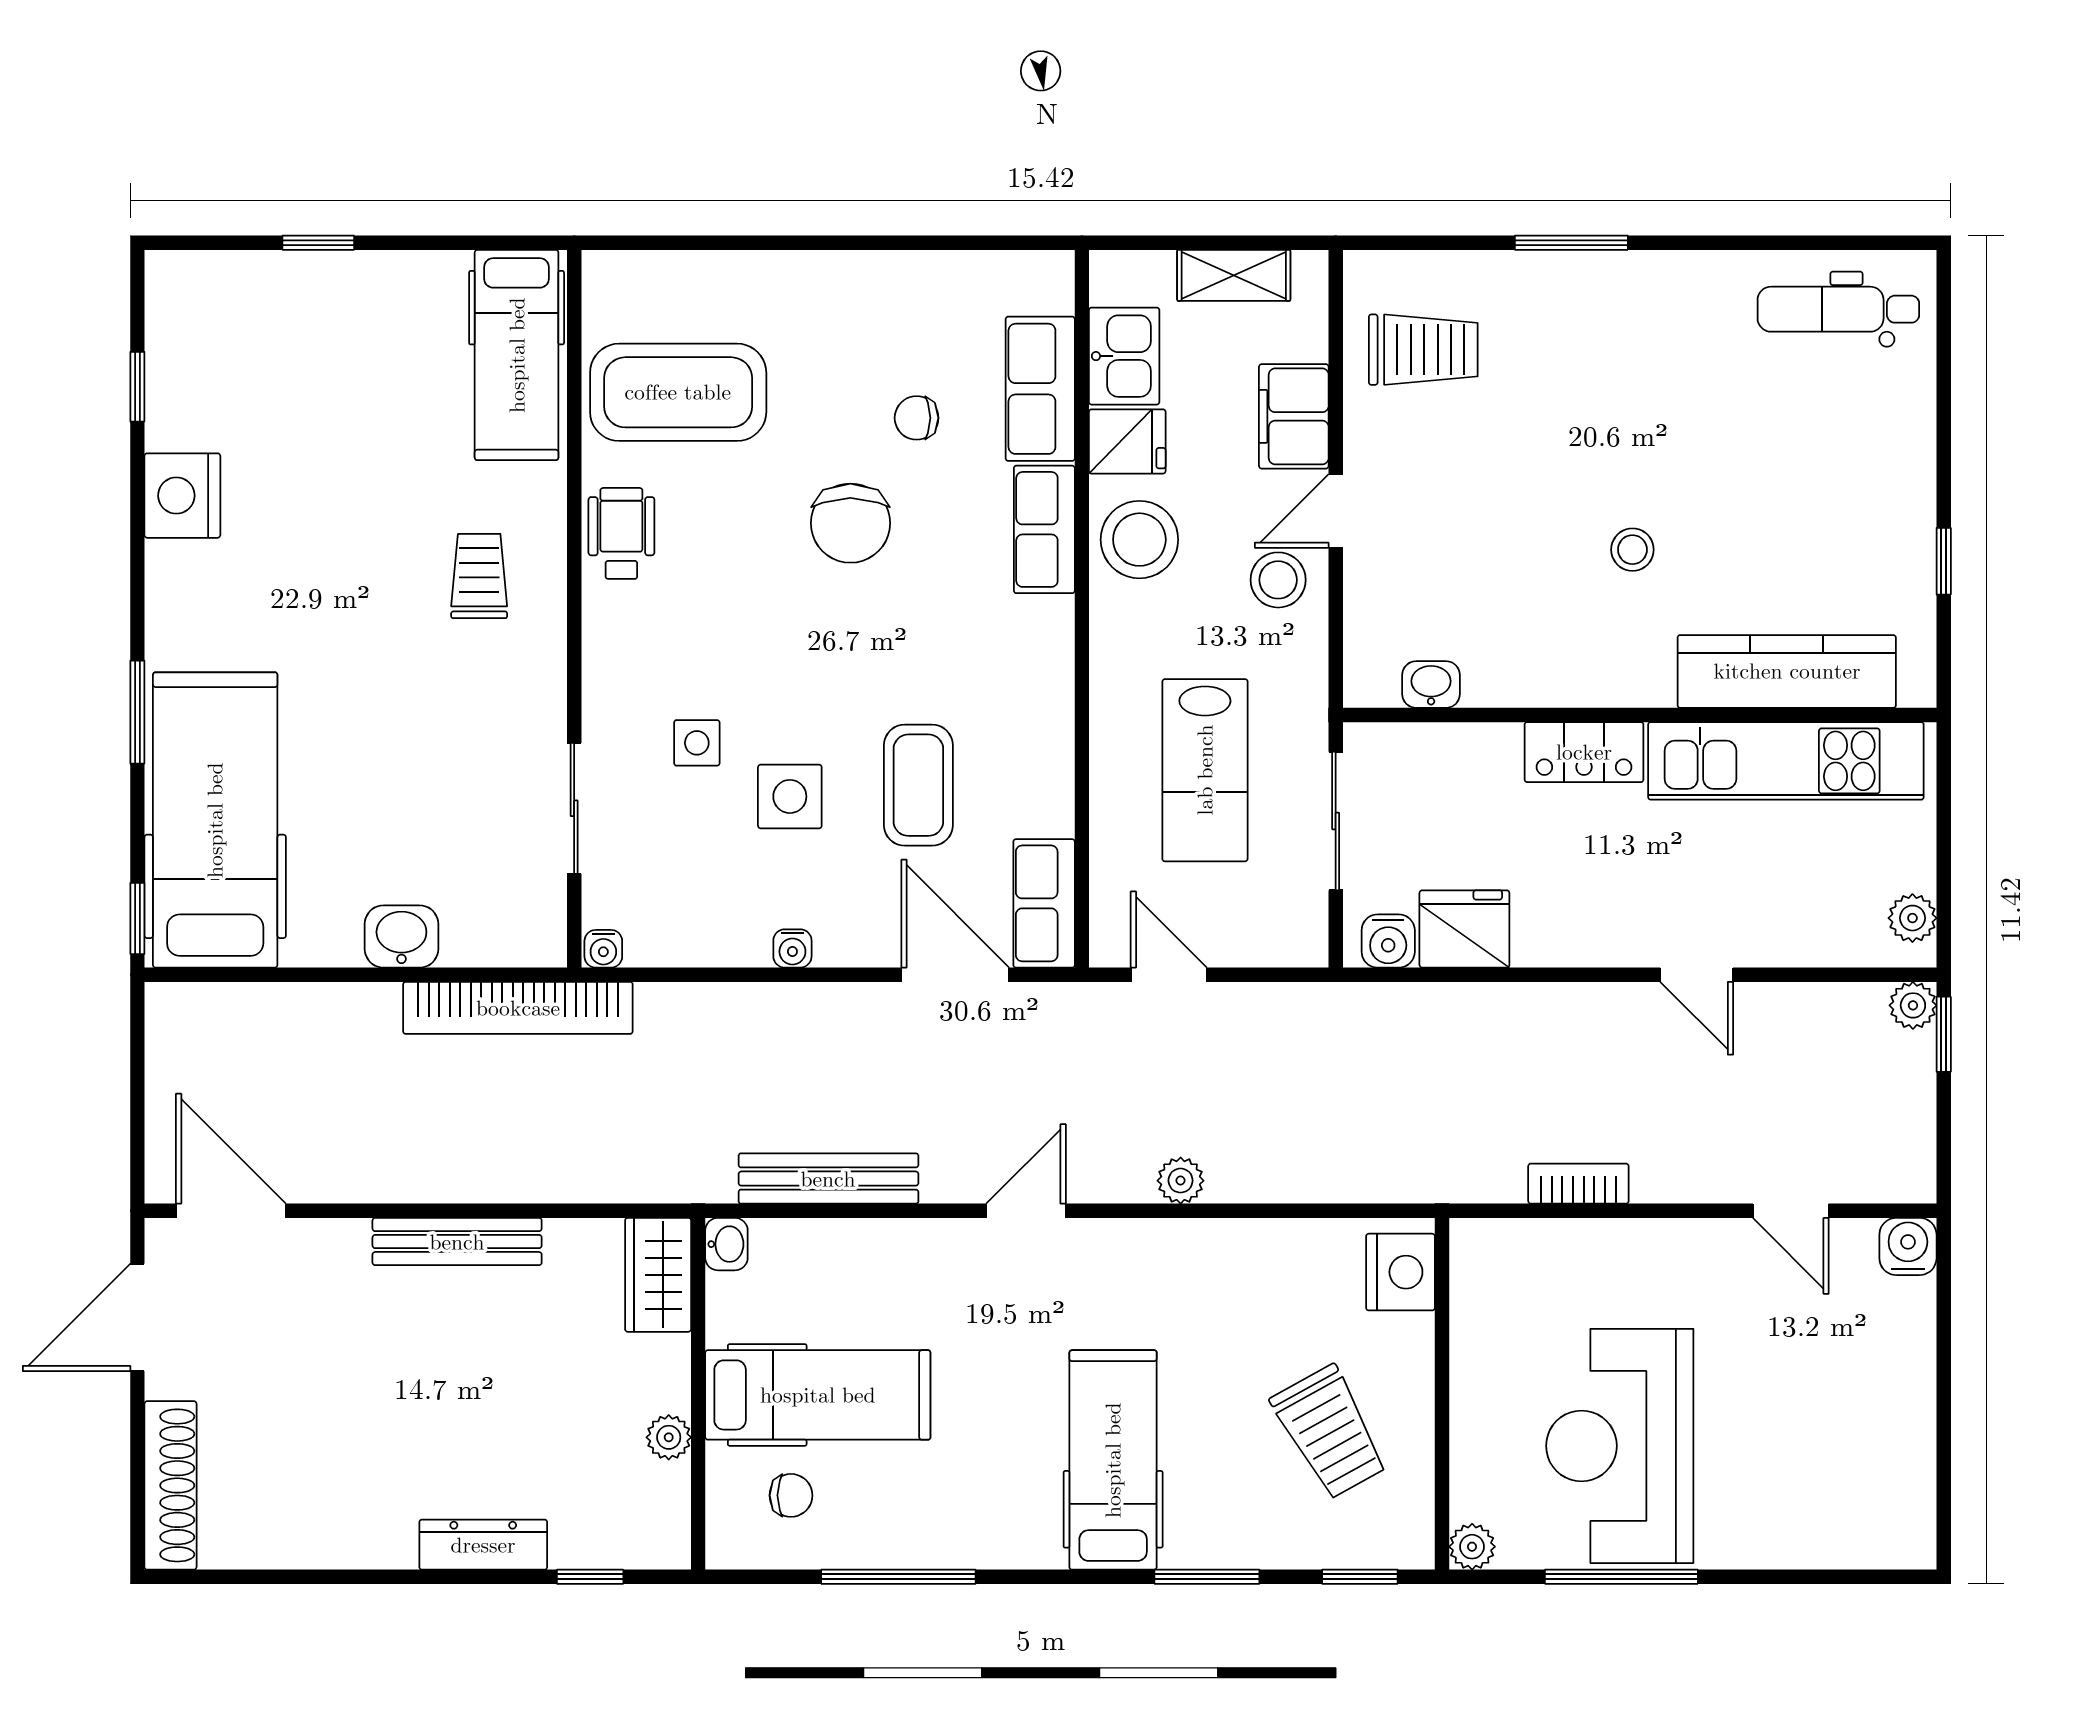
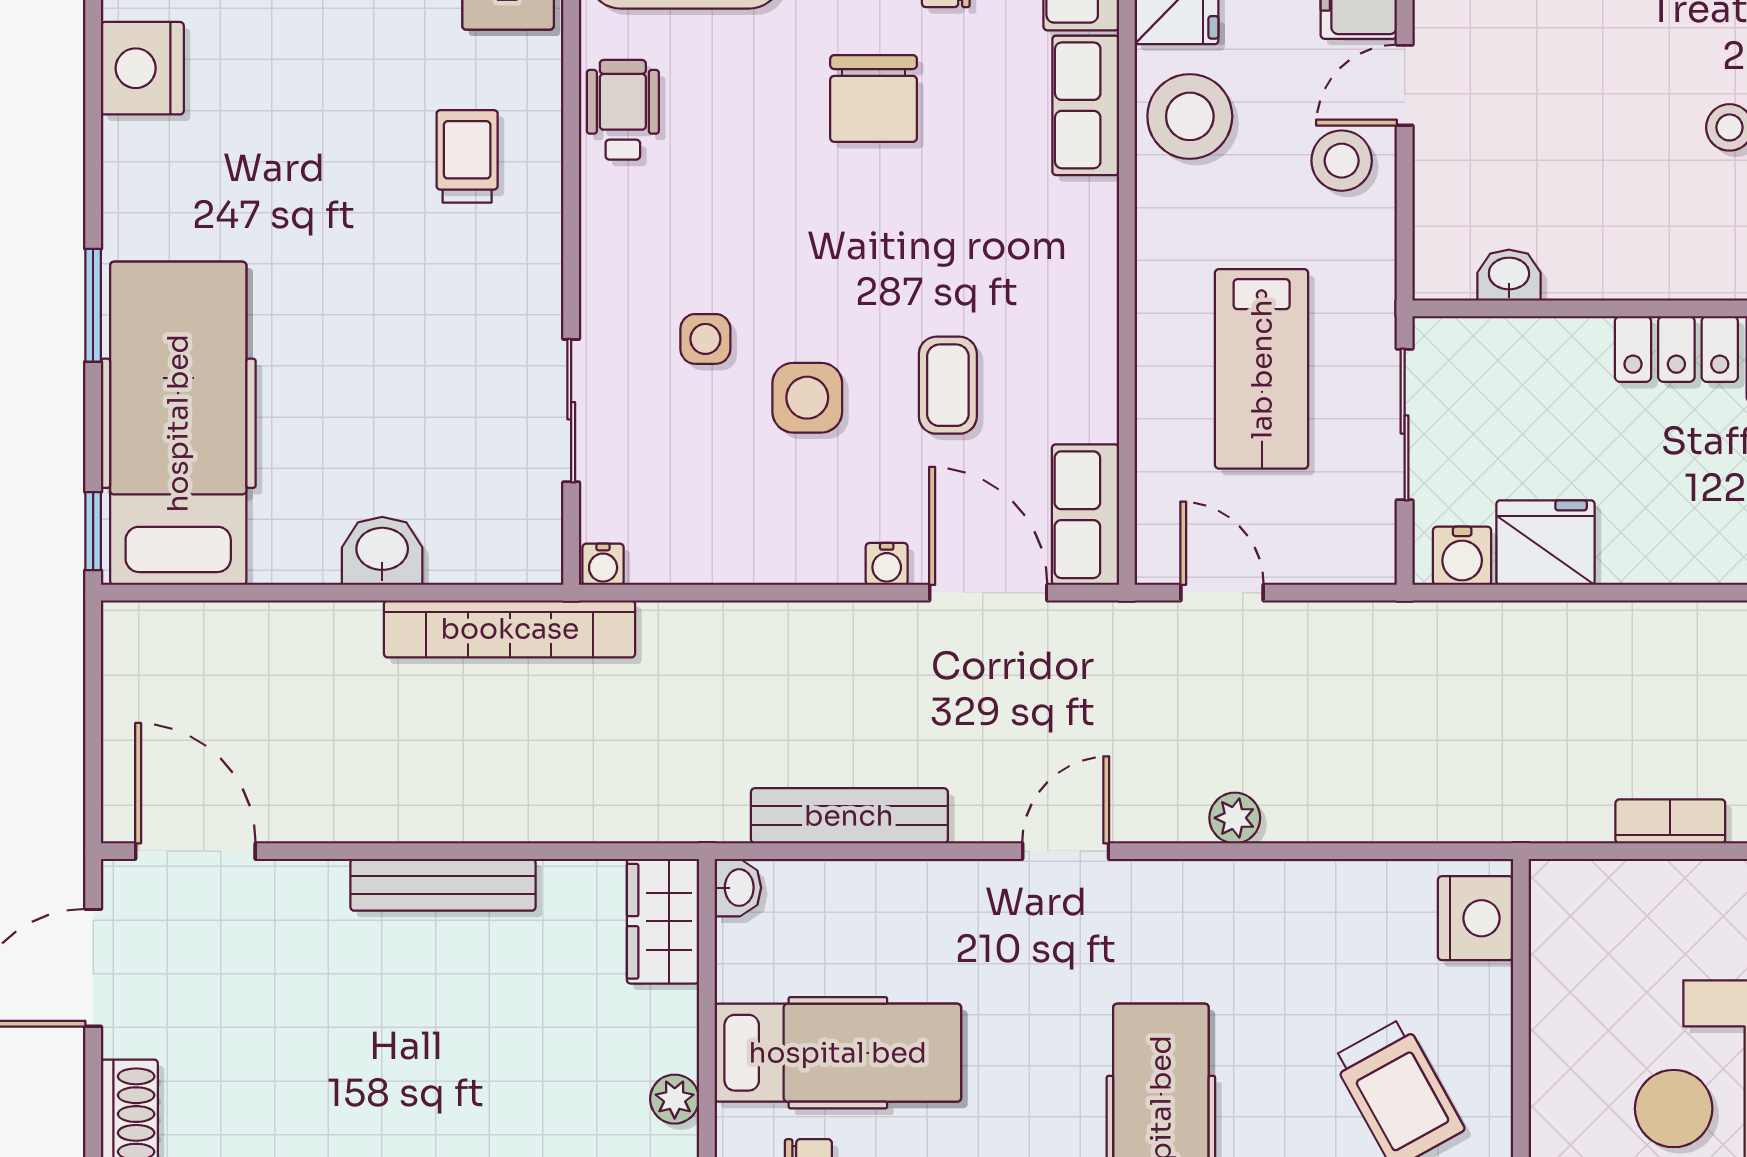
coffee table: (918, 785) -> (948, 385), width x0.73, depth x0.77
water cooler: (792, 948) -> (887, 564), moved

